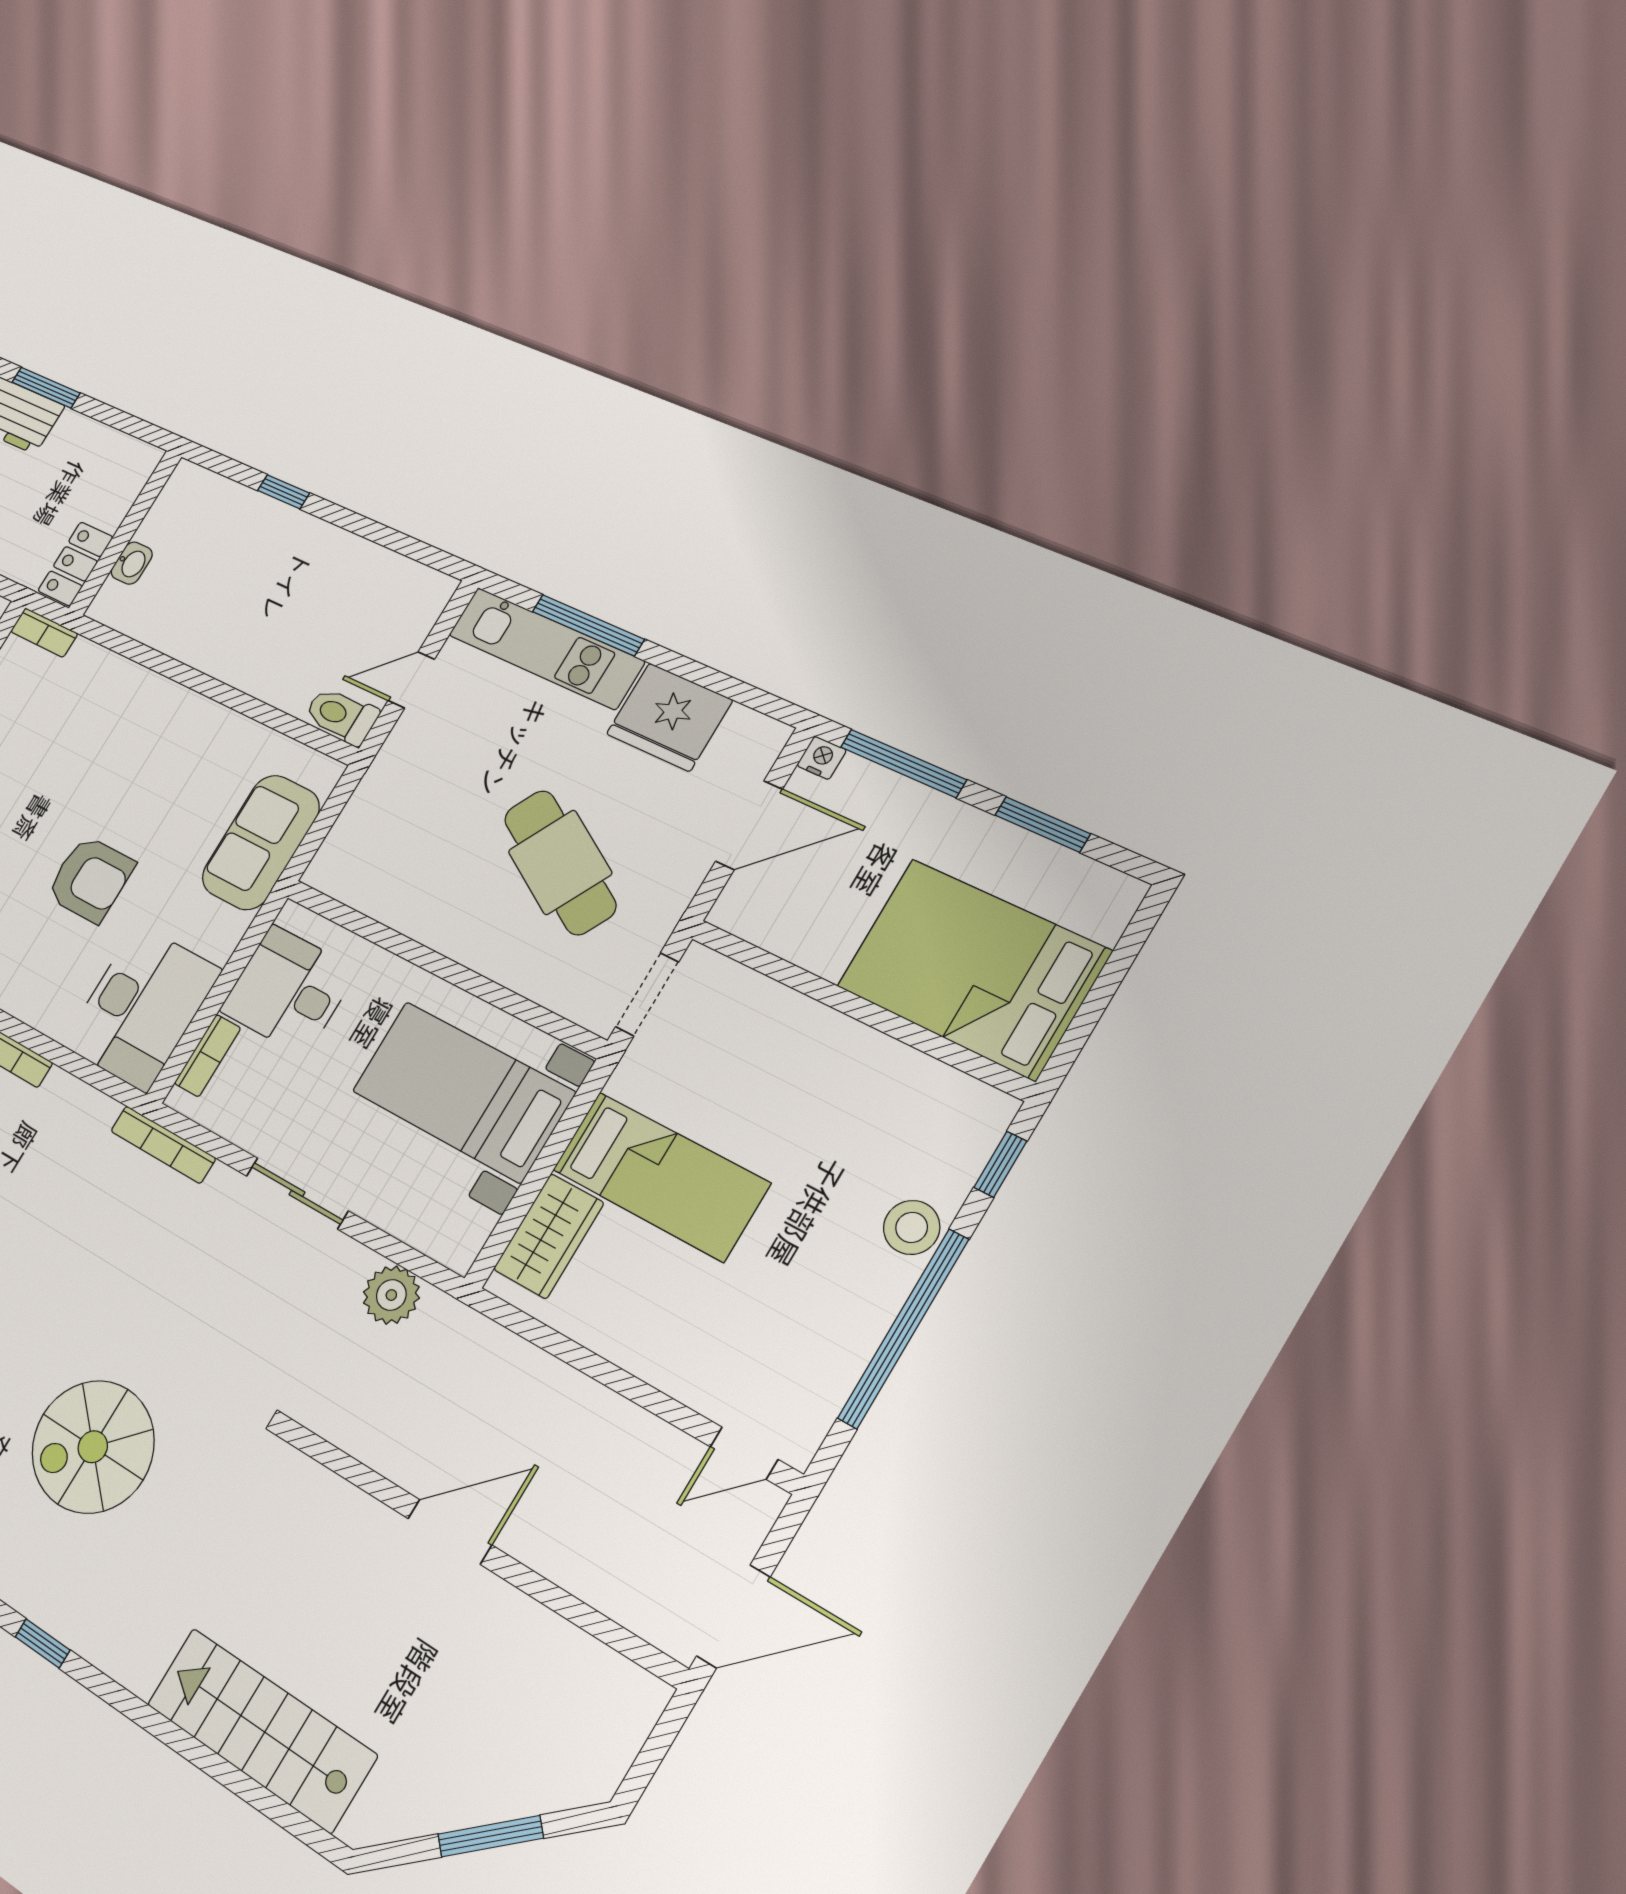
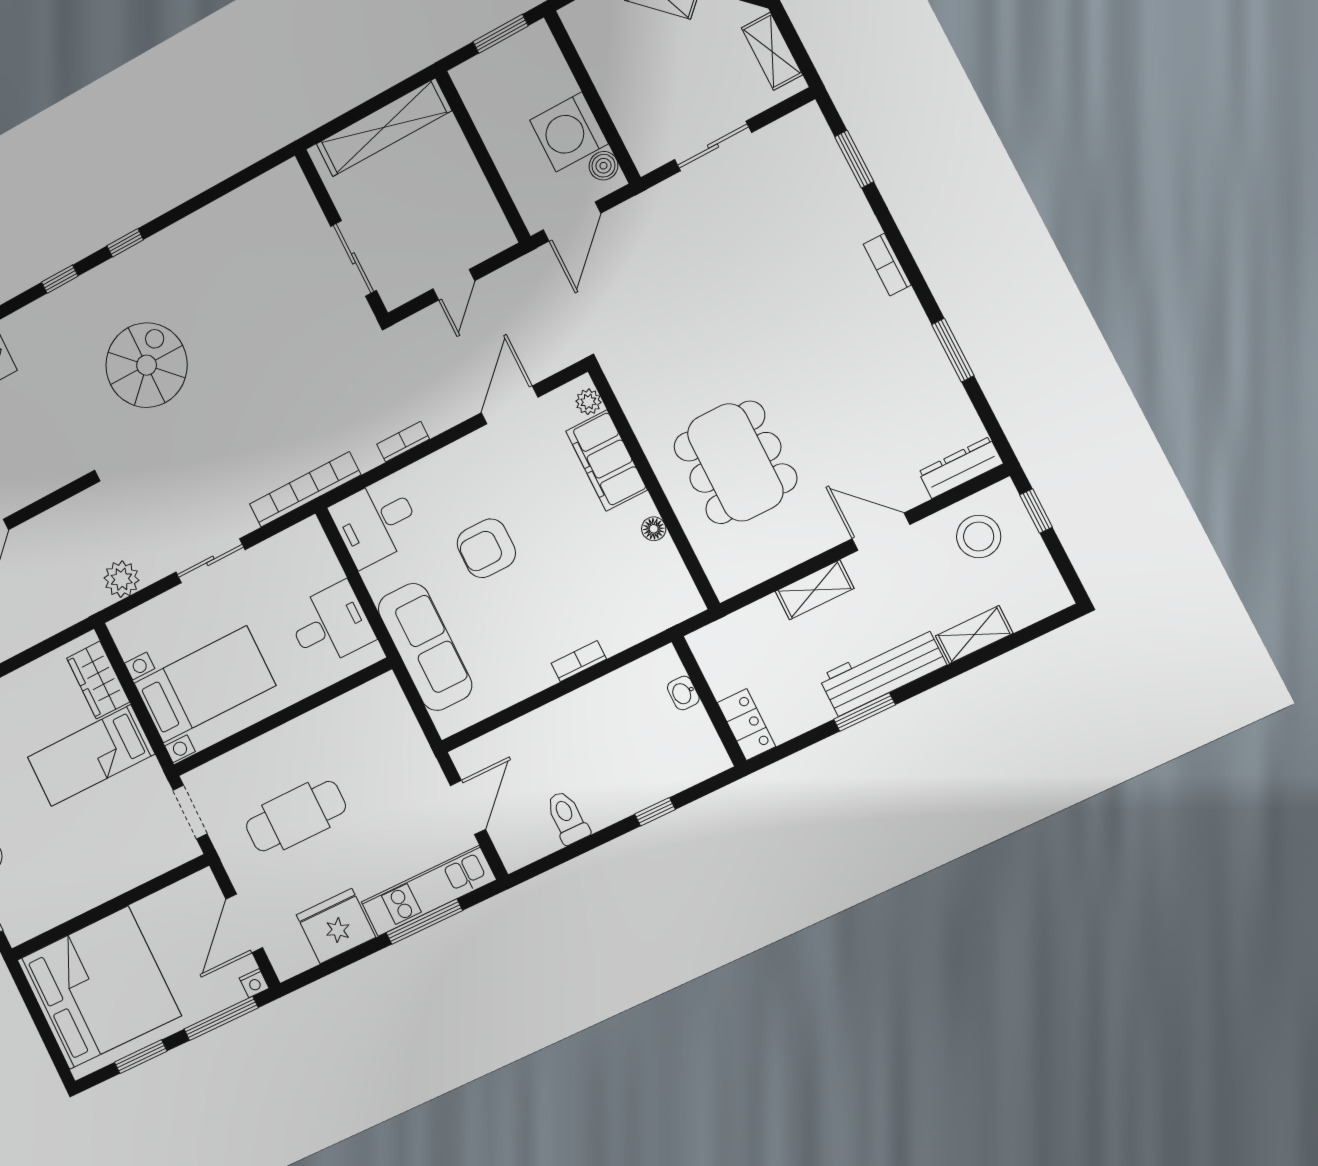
locker: (75, 564) -> (746, 725), moved
bookcase: (44, 633) -> (579, 661), moved
door: (411, 680) -> (468, 807), width x1.38
toilet: (341, 716) -> (567, 818), moved, turned -90
sofa: (261, 842) -> (425, 647), width x1.36
cafe table: (560, 862) -> (296, 816), turned -30
bed: (973, 969) -> (99, 988), width x1.36
desk: (142, 1008) -> (376, 522), width x0.73
bookcase: (208, 1056) -> (325, 556), removed
bookcase: (163, 1145) -> (305, 489), width x1.48, depth x1.31

